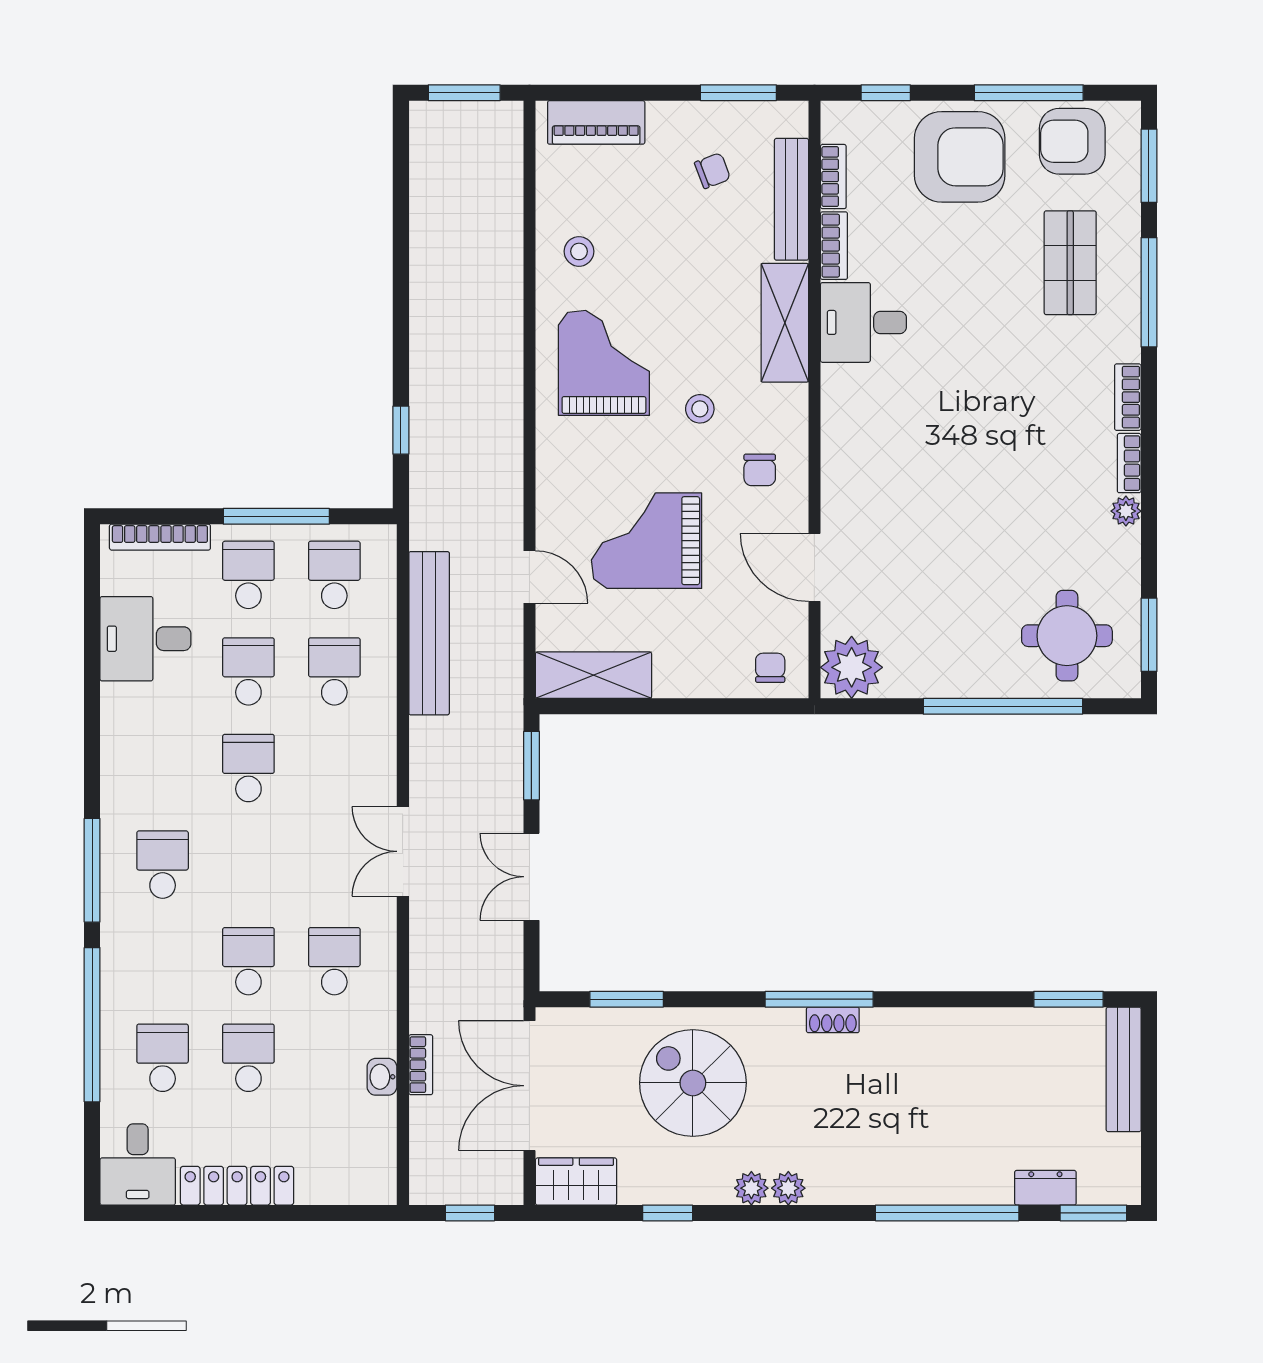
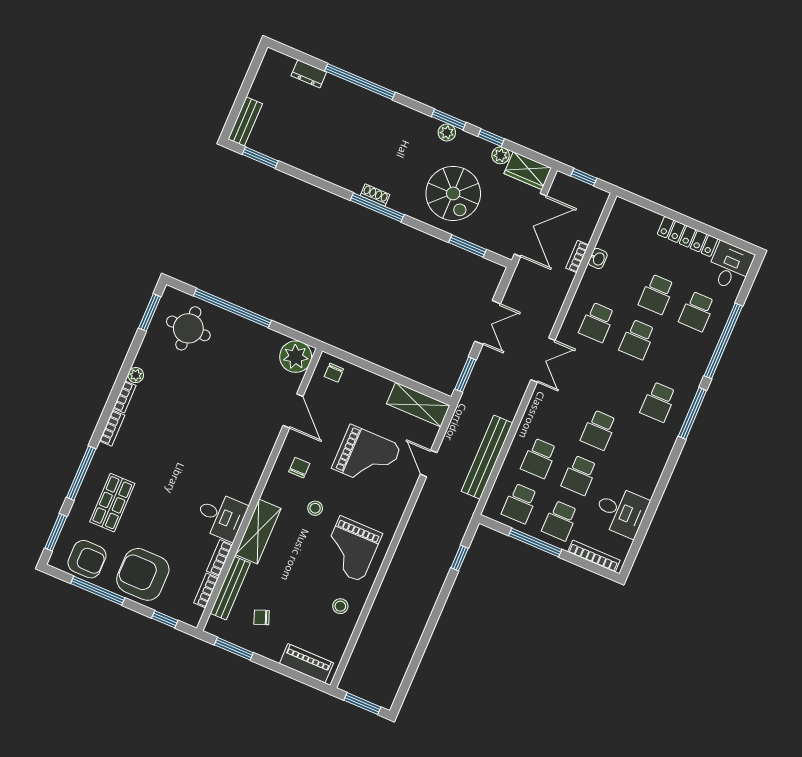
bench: (1124, 1069) -> (245, 121), width x0.73
plant: (788, 1188) -> (501, 155), moved
window: (1093, 1213) -> (449, 120), moved

